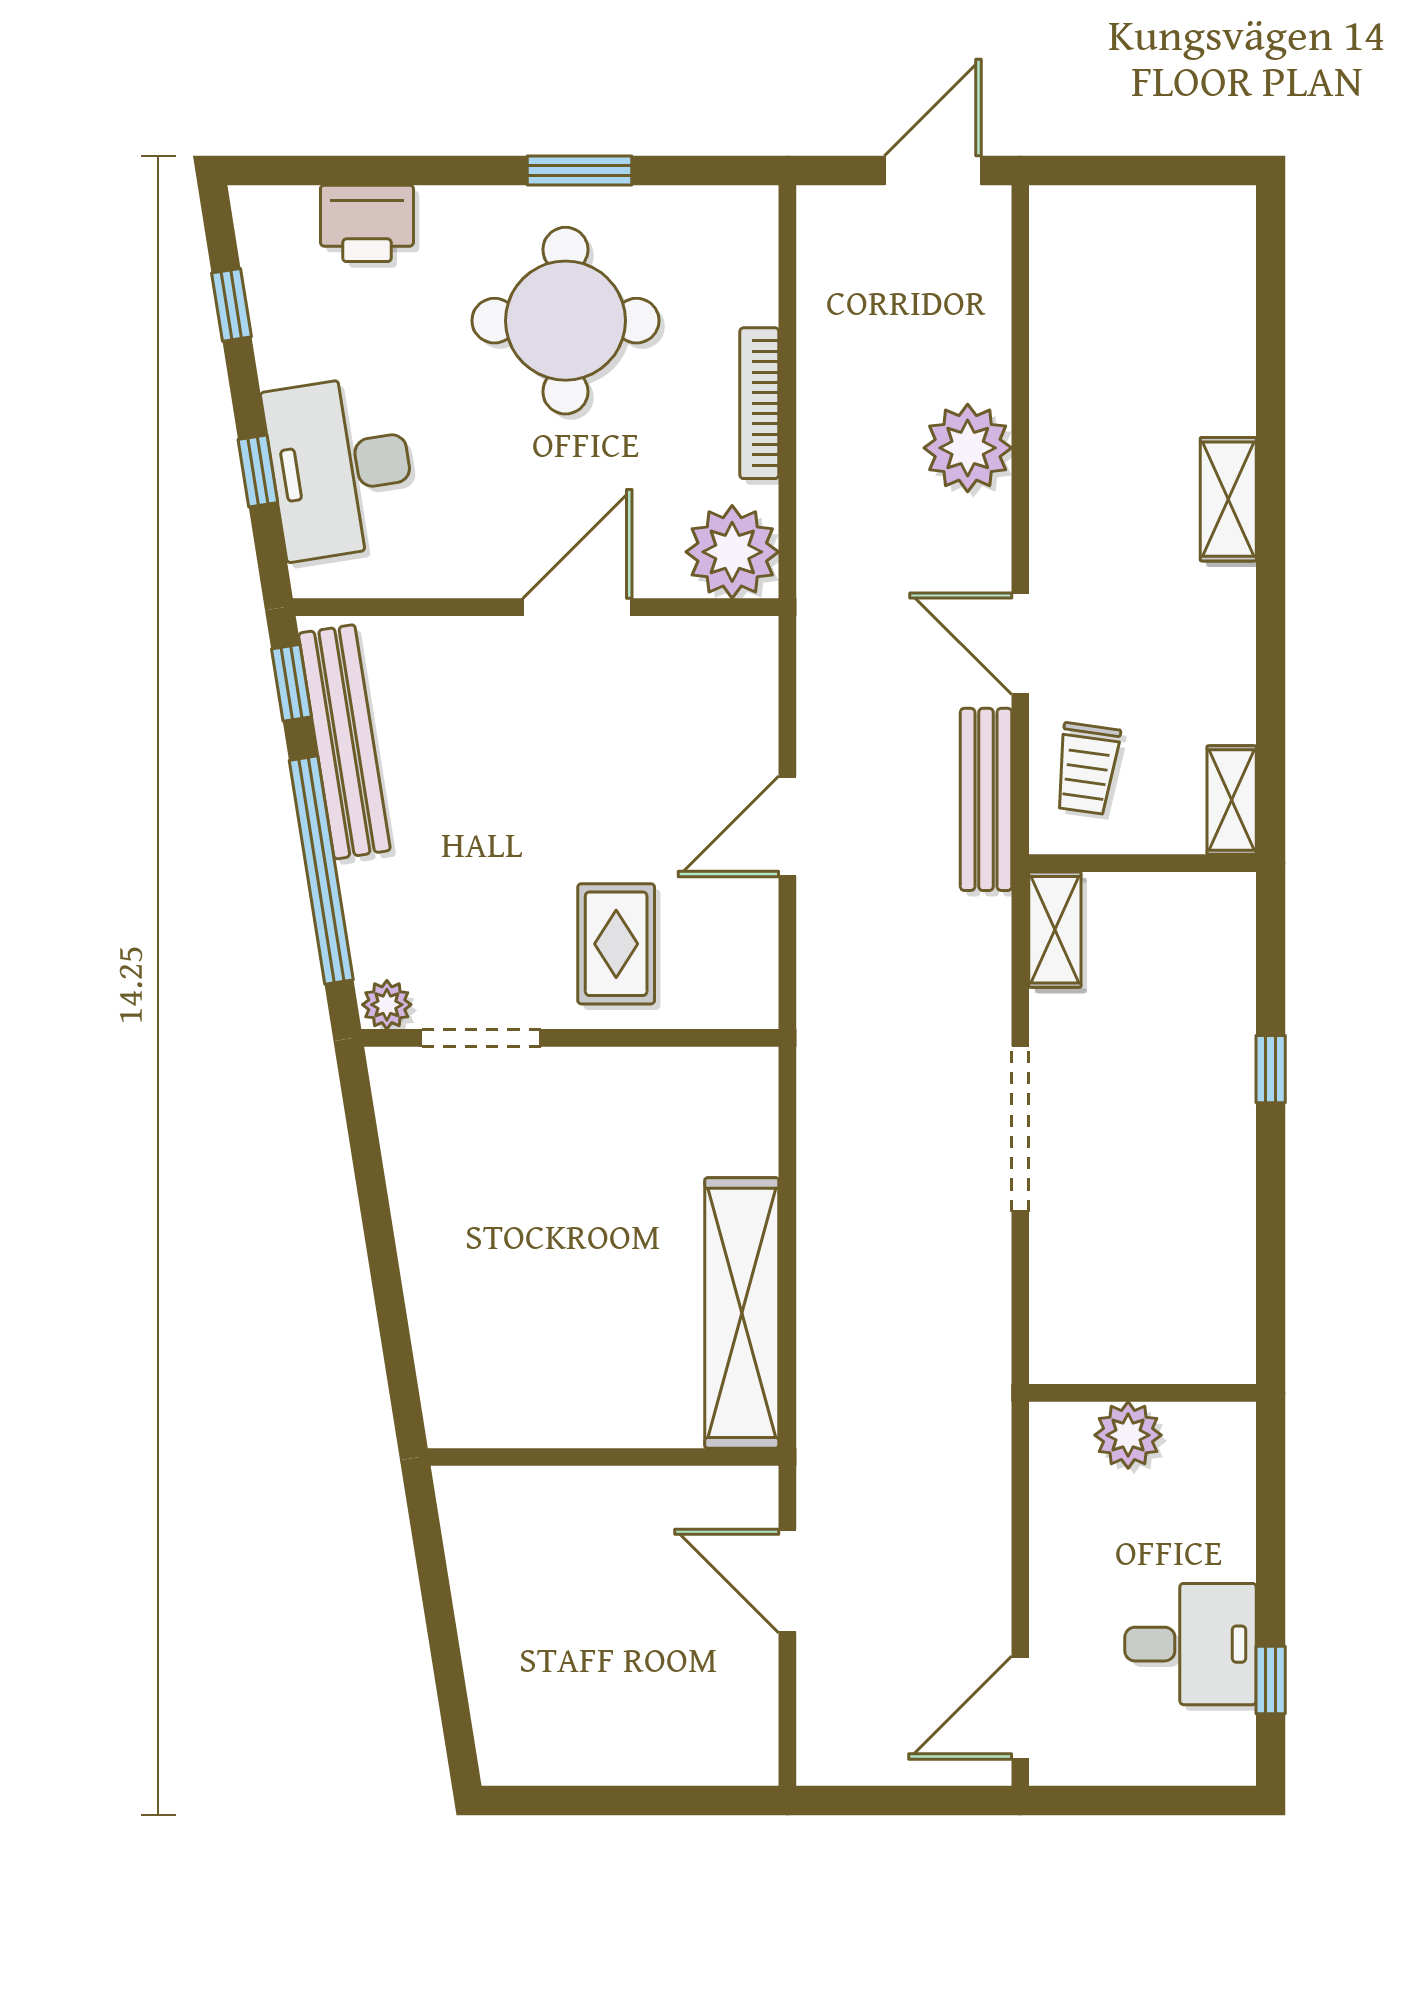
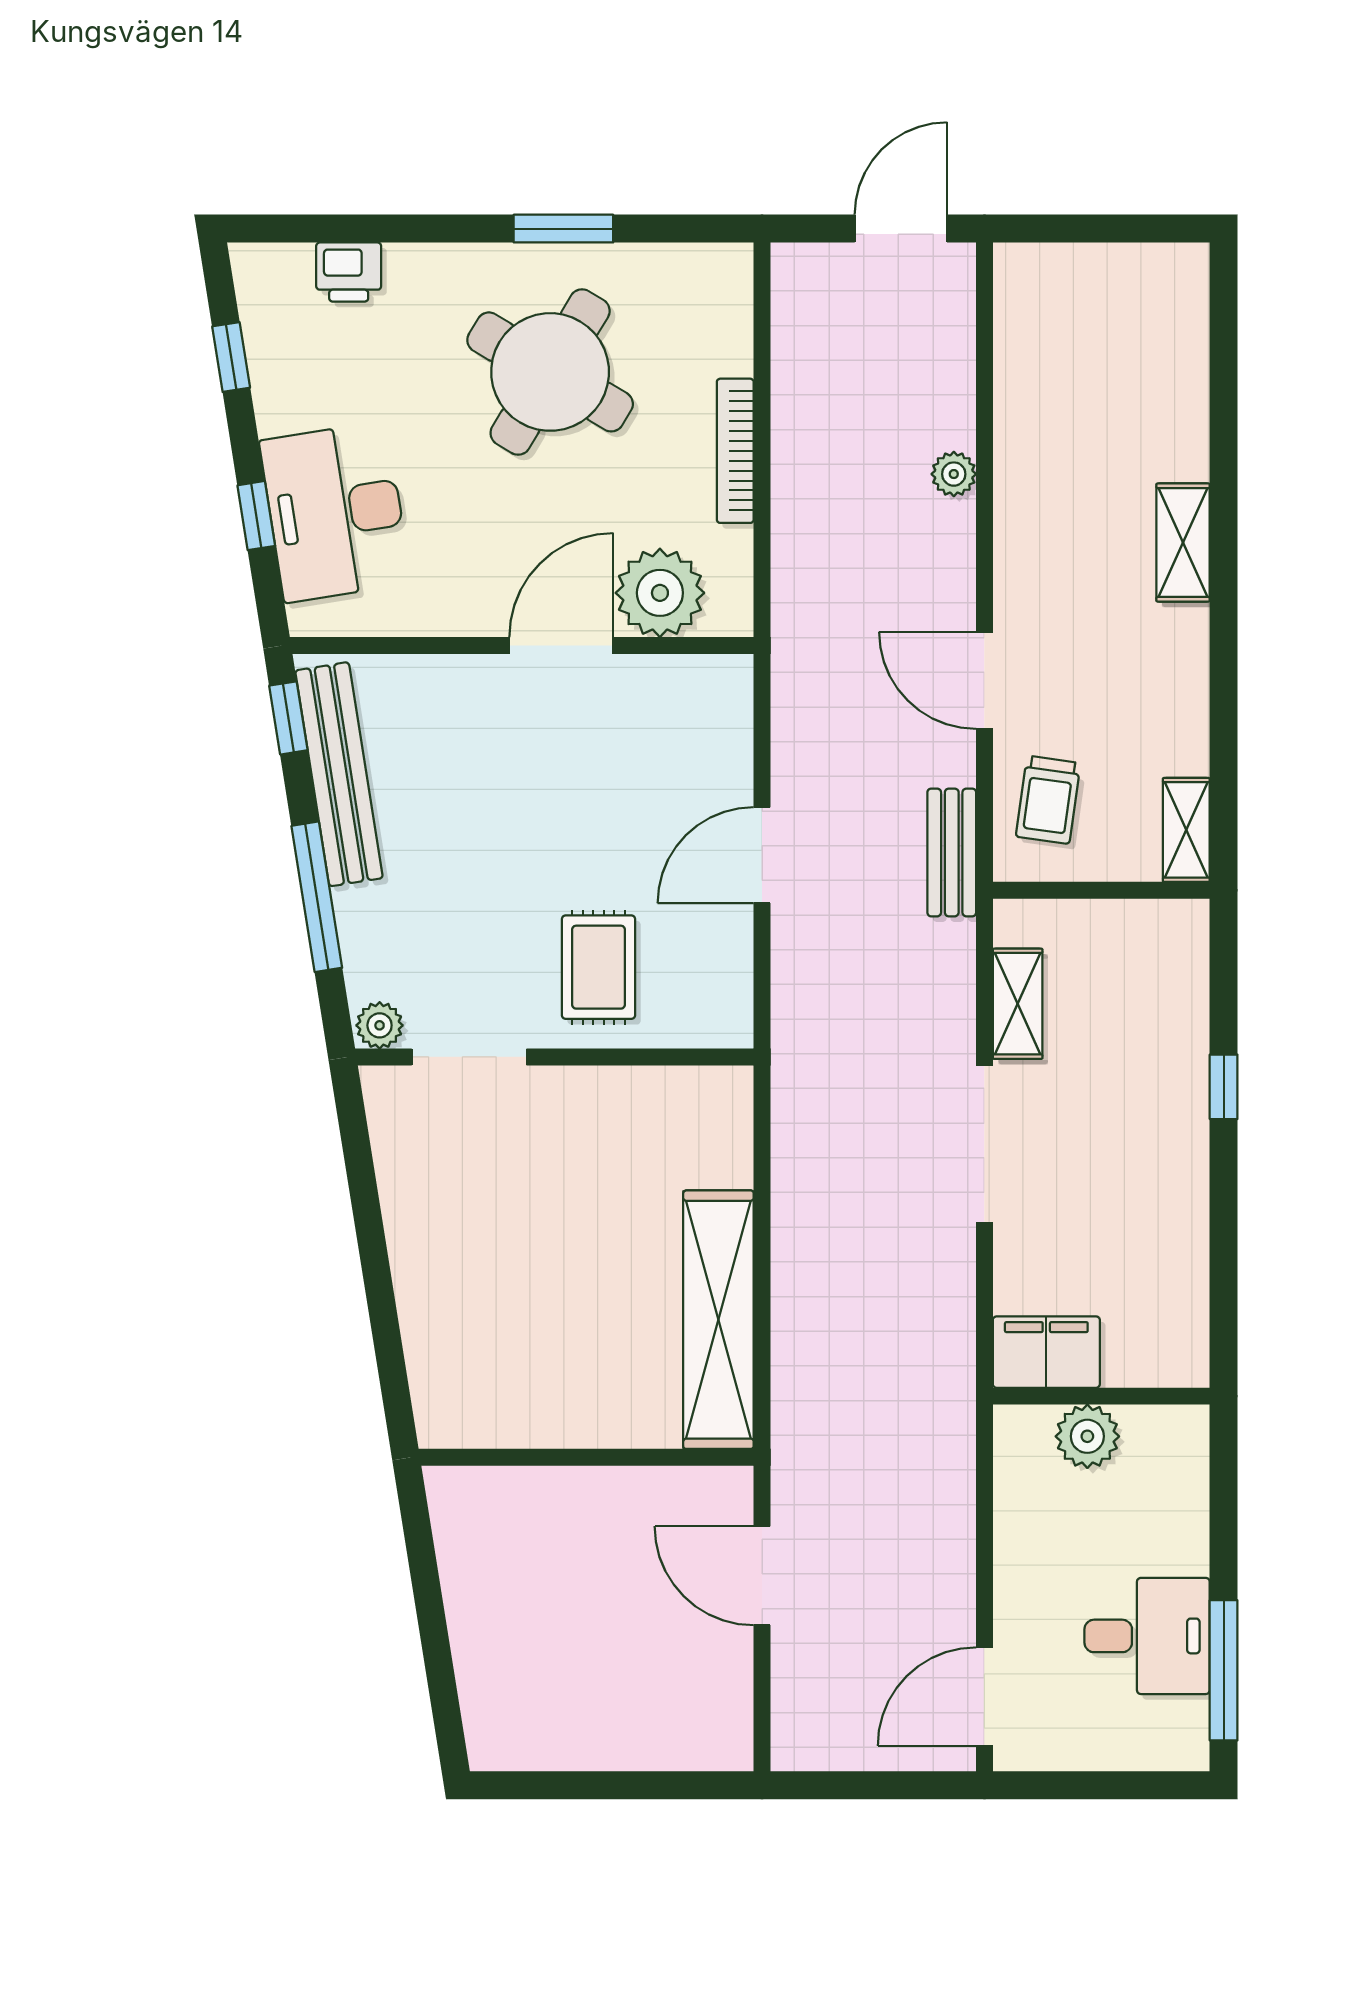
printer: (367, 223) -> (349, 272), width x0.73, depth x0.81
round table: (565, 321) -> (550, 372), turned 31
plant: (968, 448) -> (954, 474), width x0.53, depth x0.53
plant: (732, 552) -> (660, 593), moved
bench: (986, 799) -> (952, 852), width x0.73
window: (321, 870) -> (317, 897), width x0.68
shelving: (1055, 930) -> (1018, 1004), moved
filing cabinet: (1085, 1347) -> (1046, 1352), added
window: (1271, 1680) -> (1224, 1670), width x2.17

